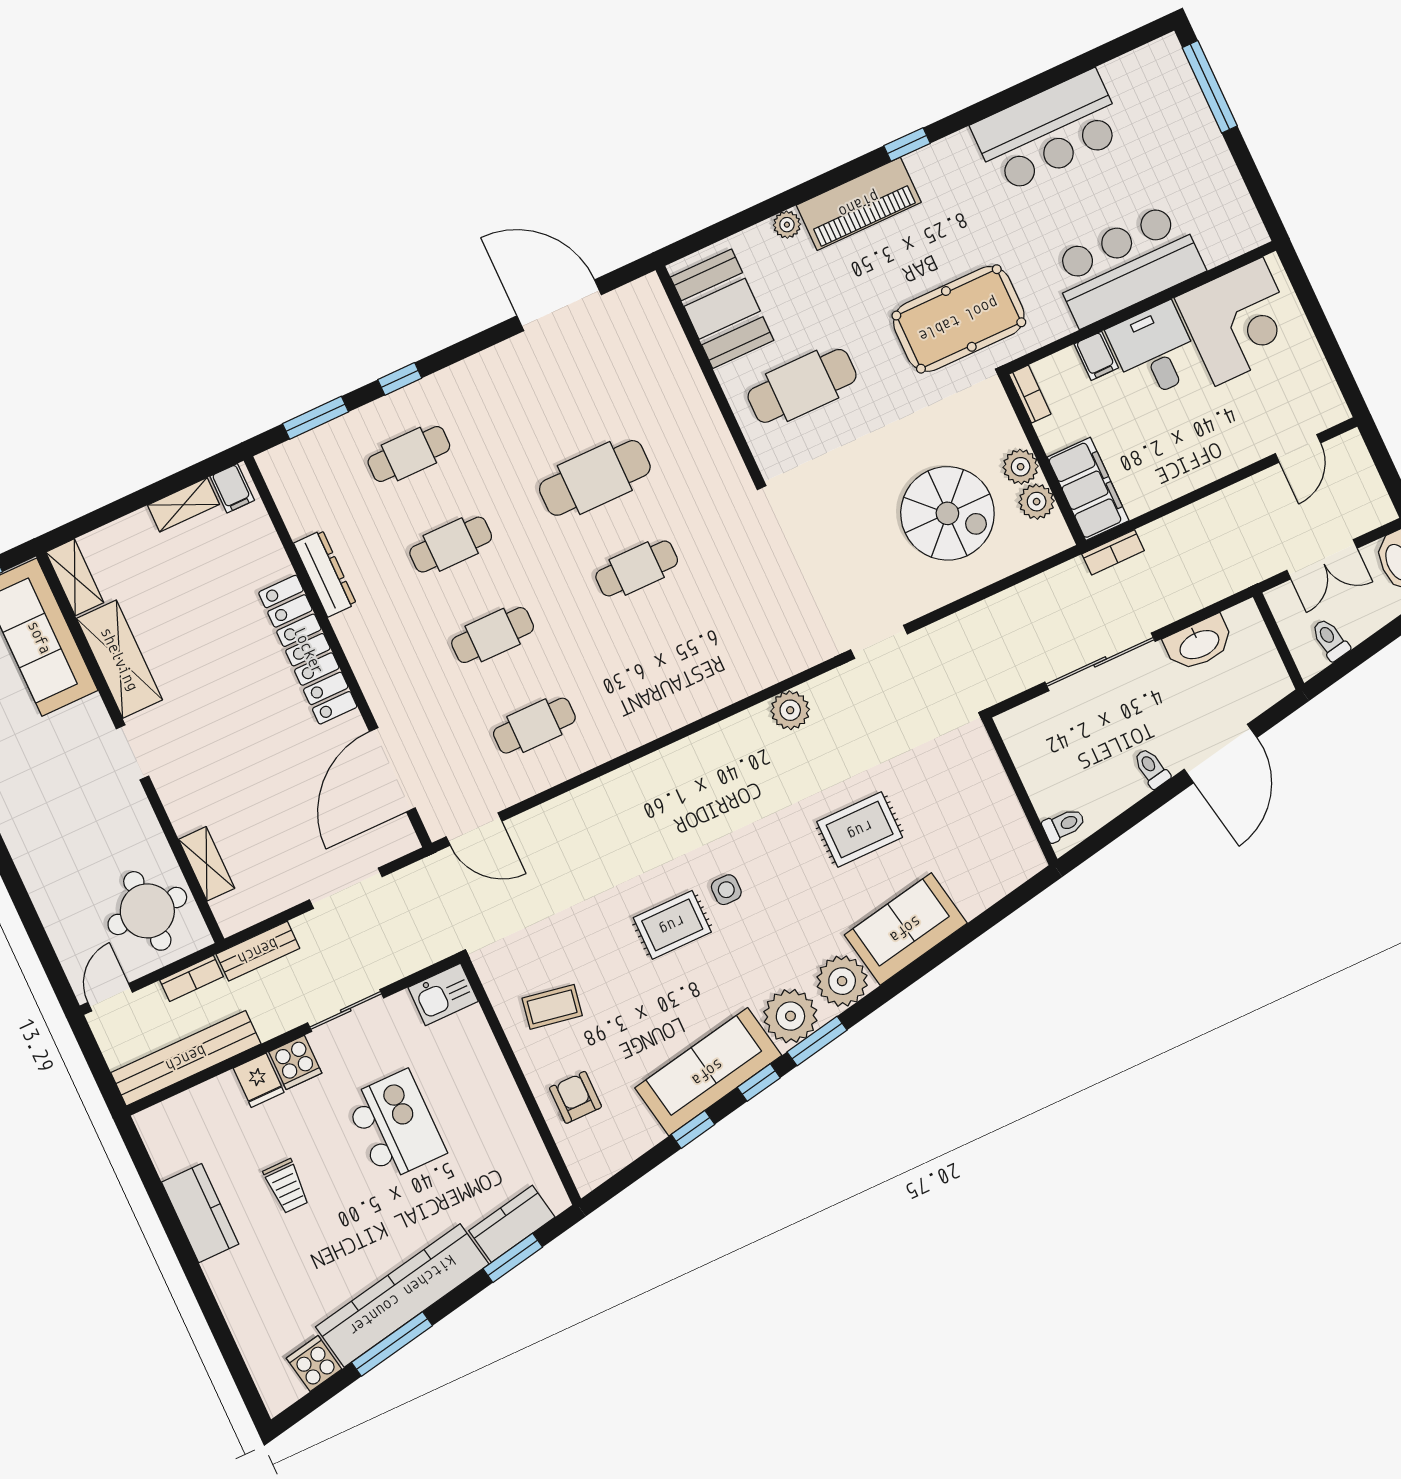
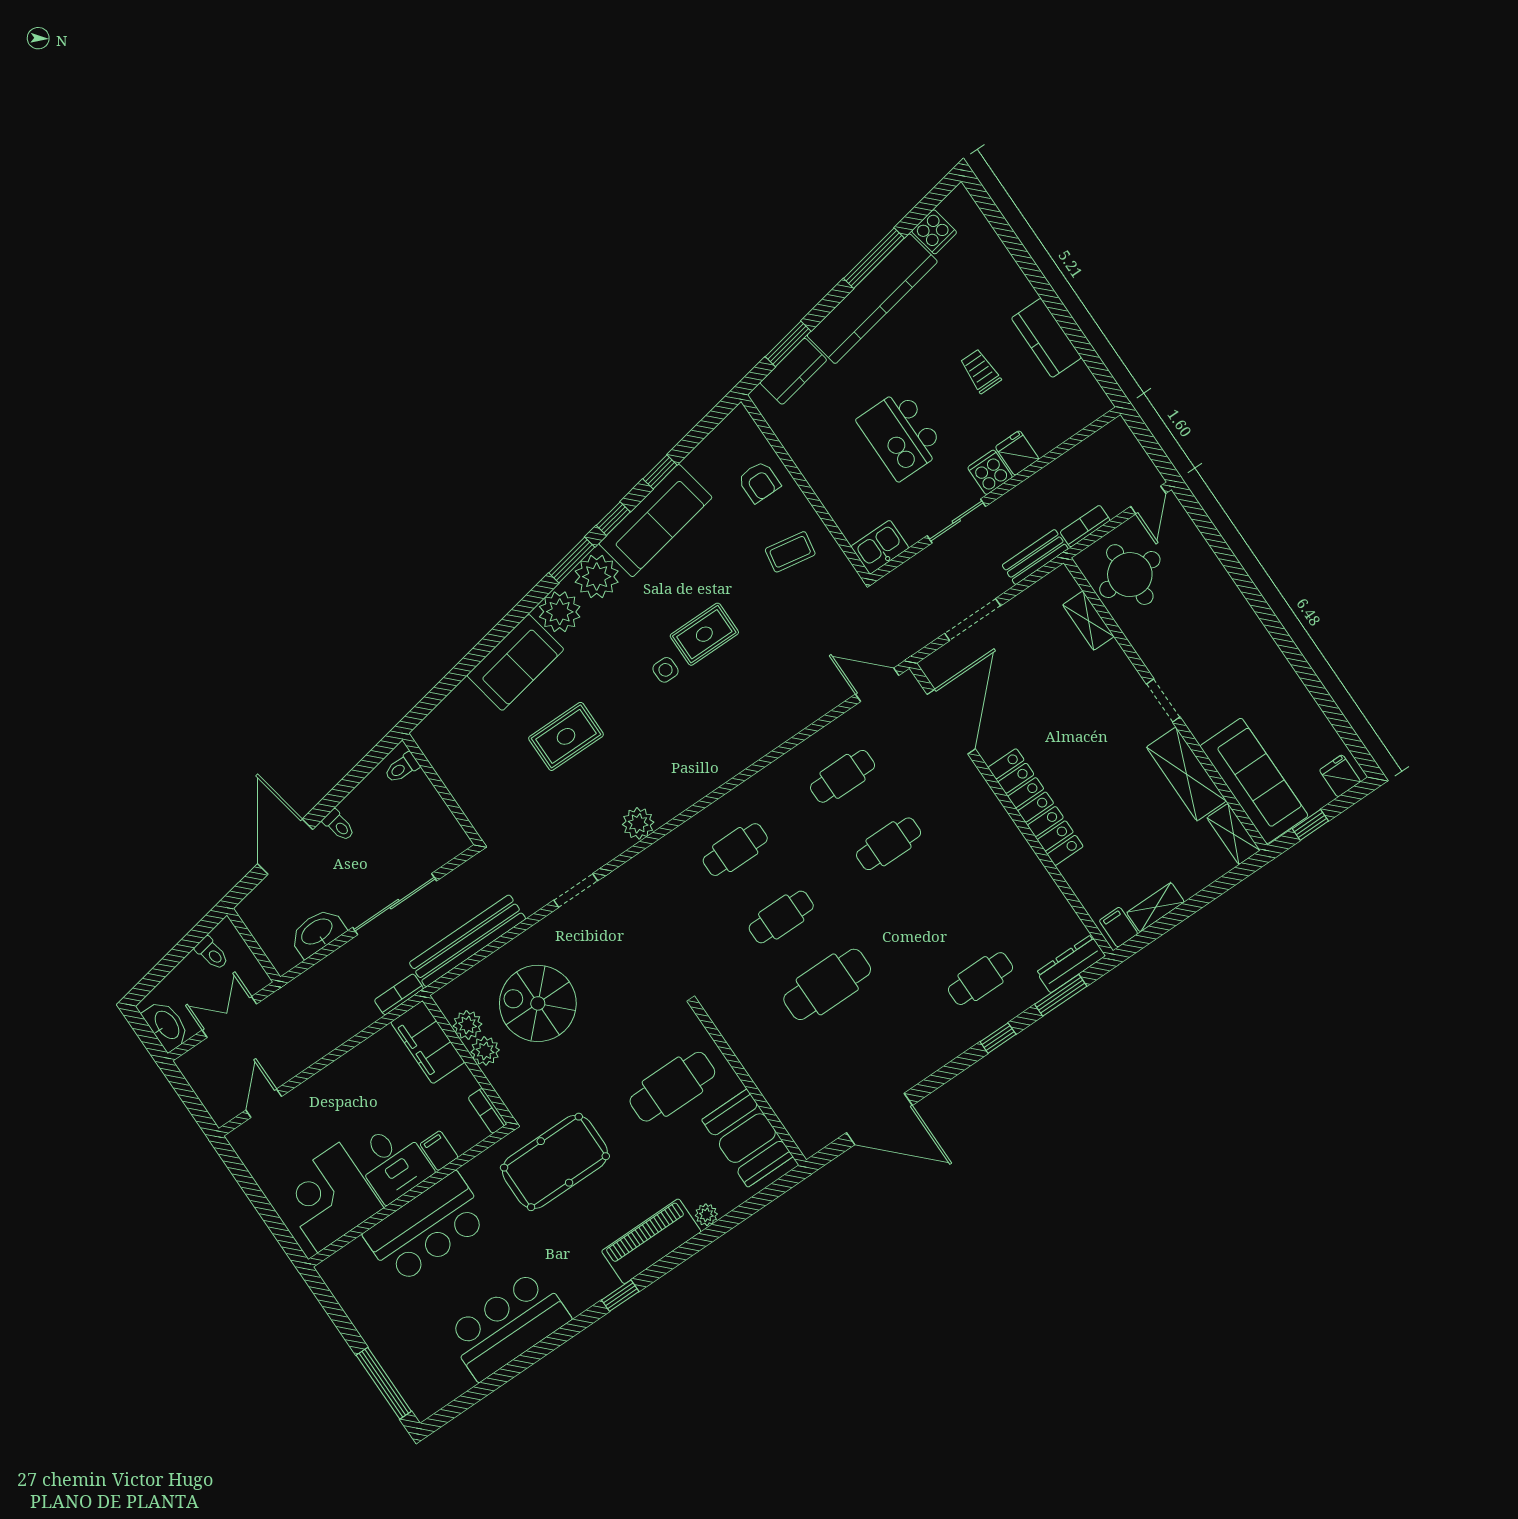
cafe table: (451, 545) -> (735, 850), moved
dresser: (325, 573) -> (1071, 964), moved, turned 90
bench: (186, 1058) -> (468, 941), moved

